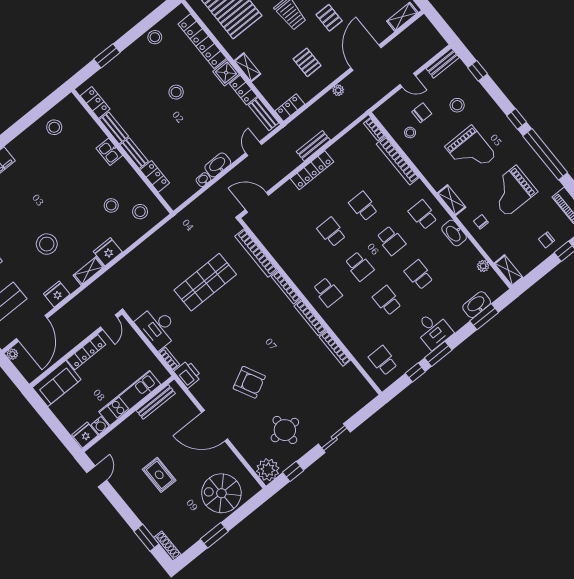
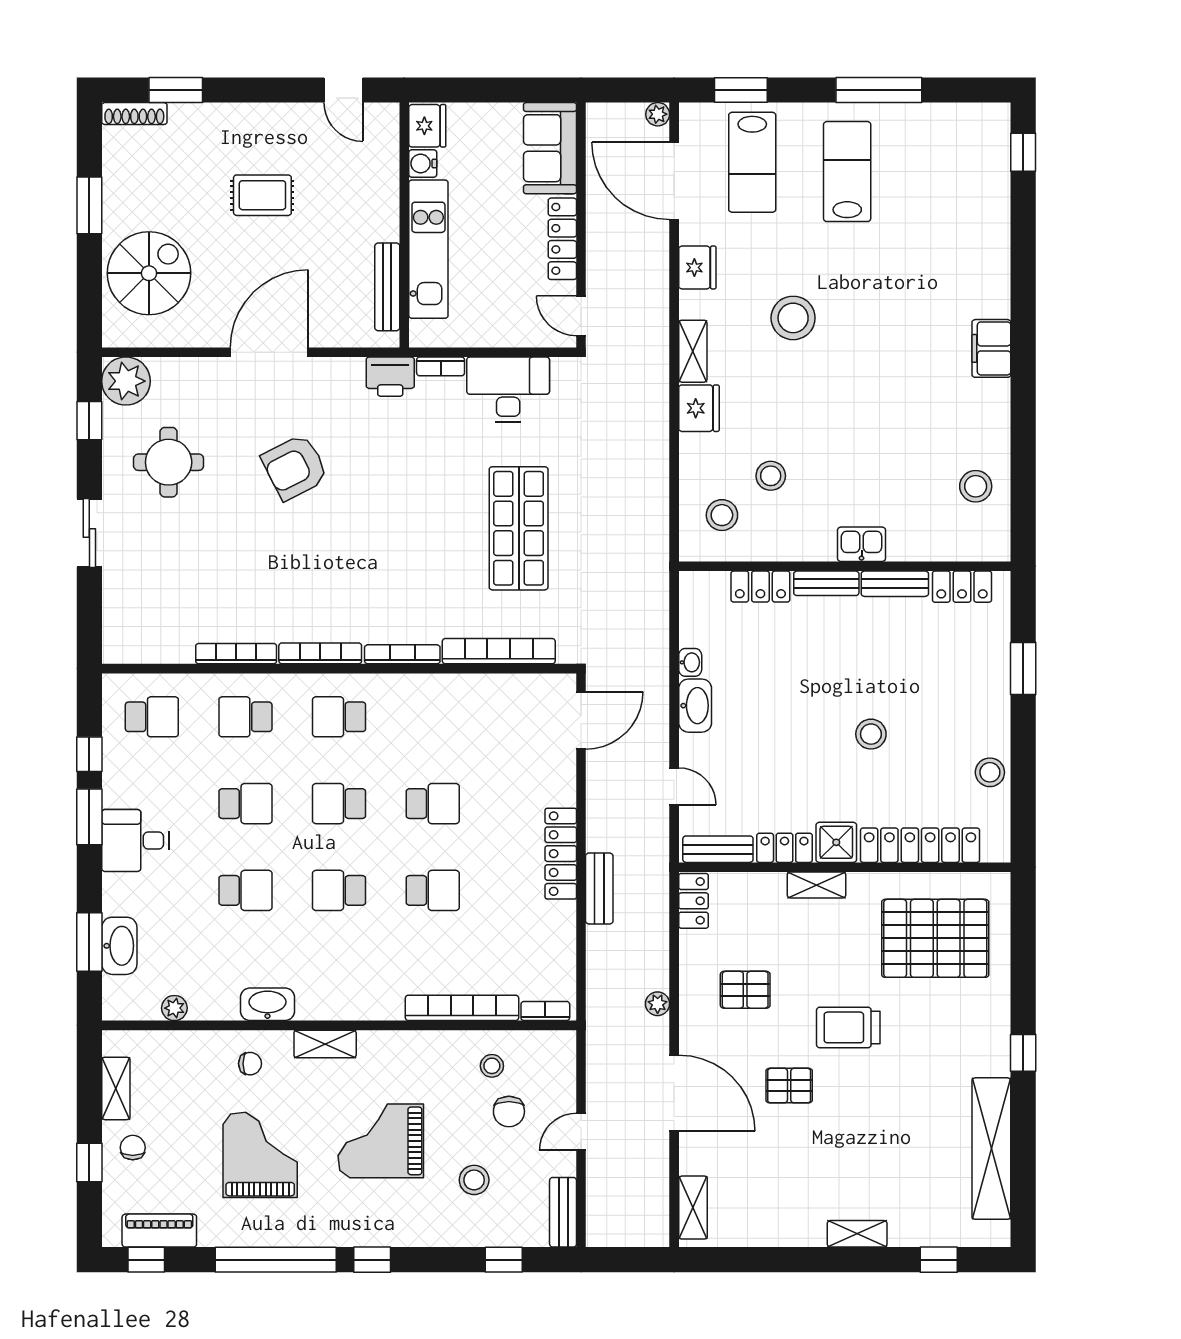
school desk: (423, 215) -> (245, 717), moved, turned 180
shelving: (509, 270) -> (116, 1088), moved, turned 90

